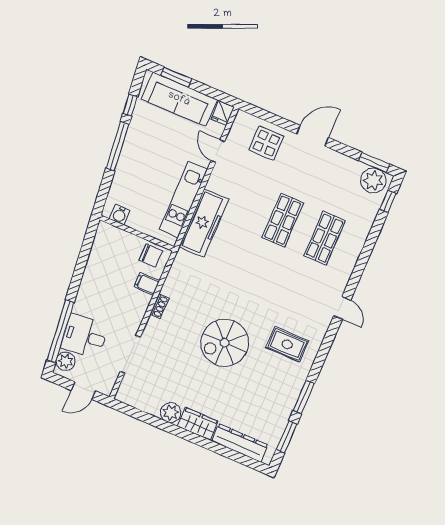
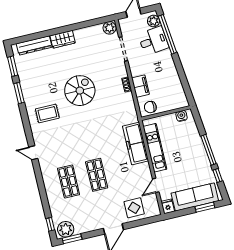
door: (218, 151) -> (156, 185), swing flipped
filing cabinet: (147, 284) -> (140, 86), width x2.00
plant: (171, 412) -> (110, 28), moved

